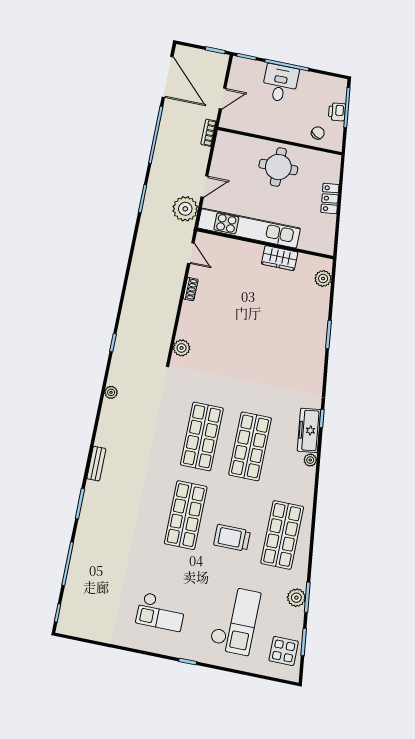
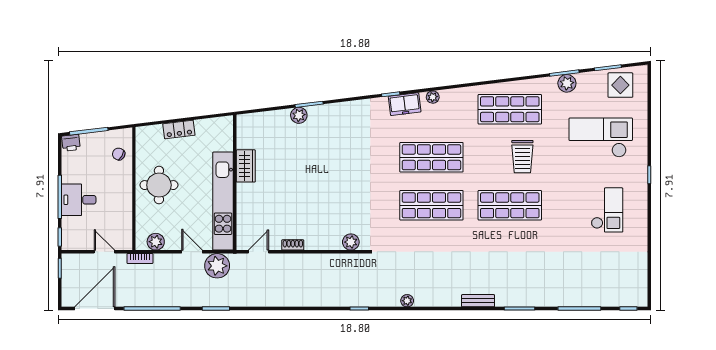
printer: (337, 112) -> (71, 143), moved
plant: (222, 152) -> (156, 242), added
plant: (323, 278) -> (299, 115), moved
freezer: (309, 430) -> (405, 104), width x0.71

